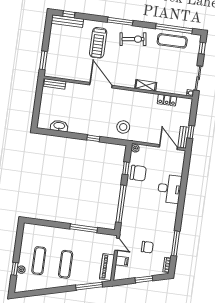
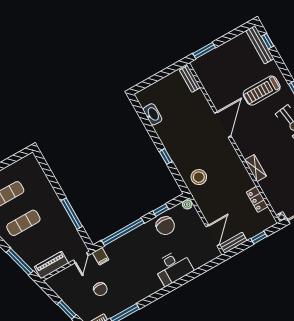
window: (191, 132) -> (259, 237), moved
filing cabinet: (122, 261) -> (101, 256), moved

